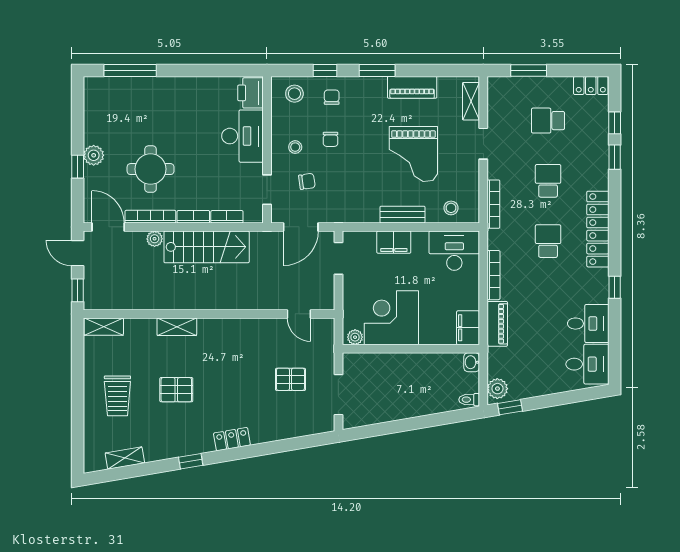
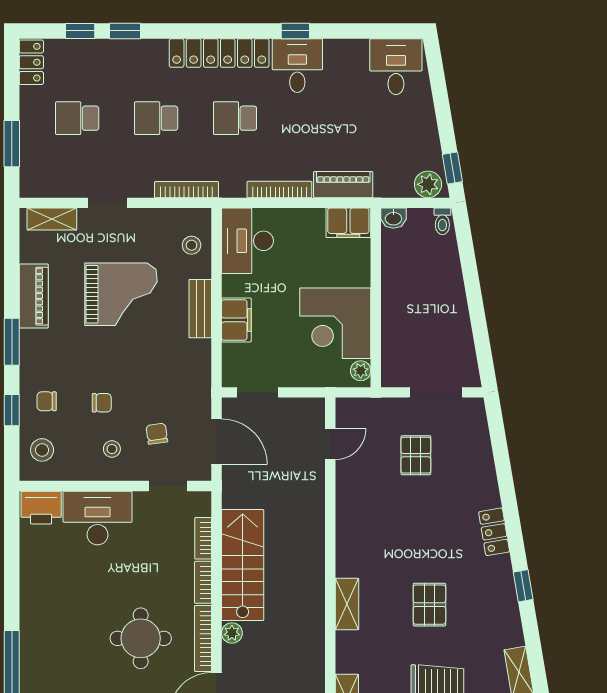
school desk: (548, 121) -> (77, 118), turned 90
desk: (588, 324) -> (297, 66), moved

